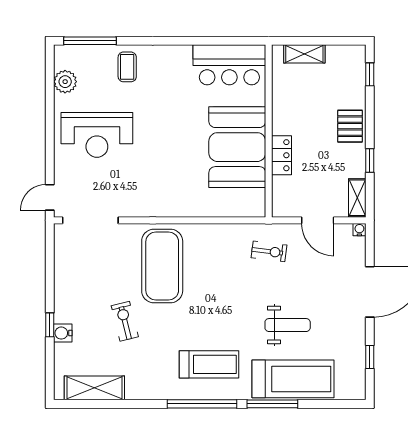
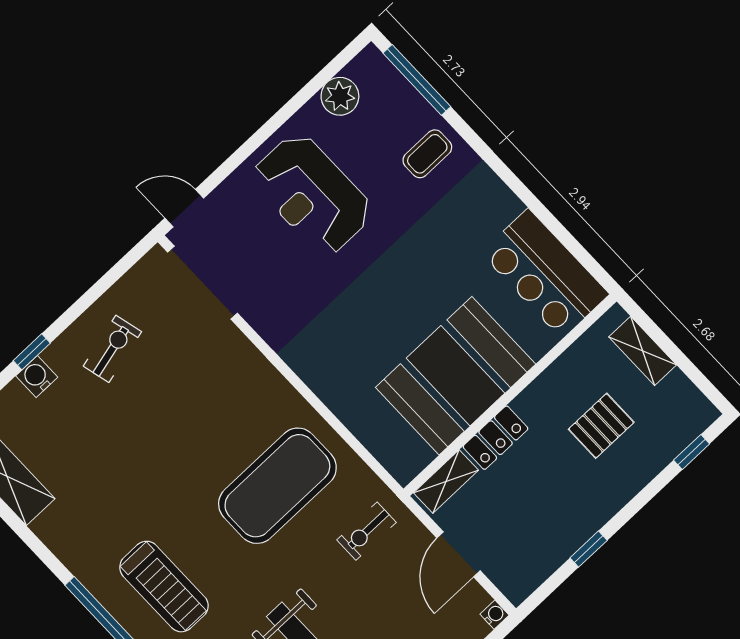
pallet: (350, 126) -> (601, 426), moved
shelving: (357, 198) -> (446, 482), moved
exercise bike: (269, 251) -> (367, 531), turned 83
exercise mat: (162, 266) -> (277, 486), moved
exercise bike: (125, 321) -> (112, 349), moved

